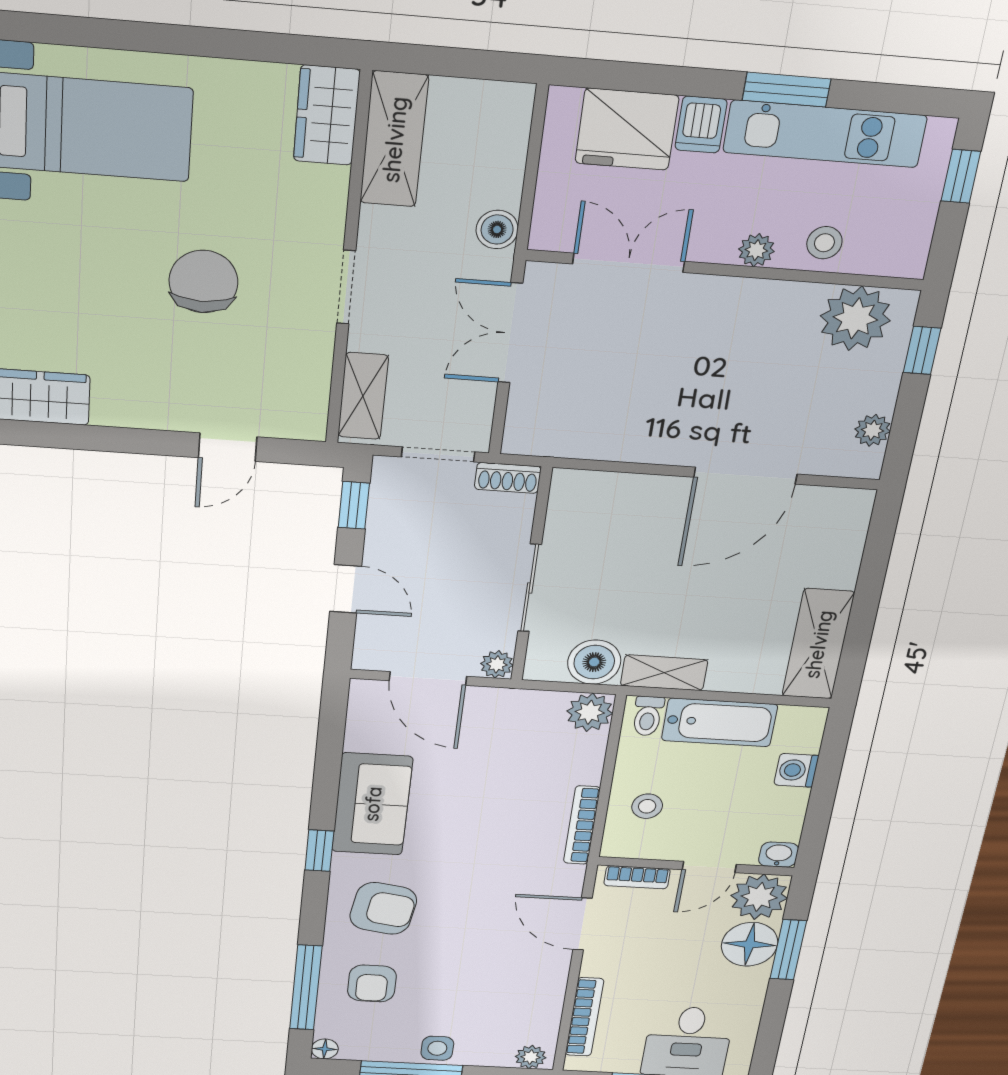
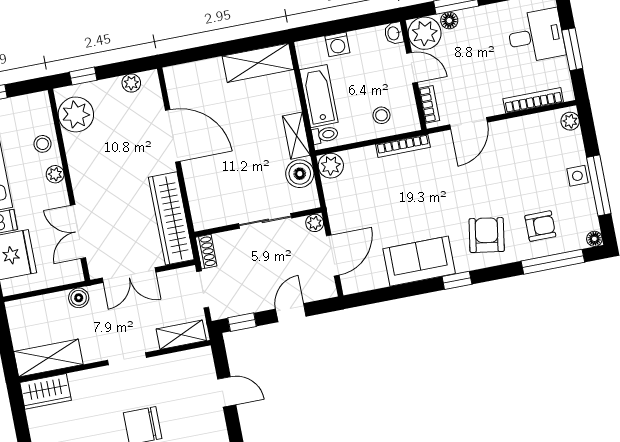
wardrobe: (592, 434) -> (171, 218), added
floor lamp: (750, 944) -> (449, 20), width x0.53, depth x0.53

